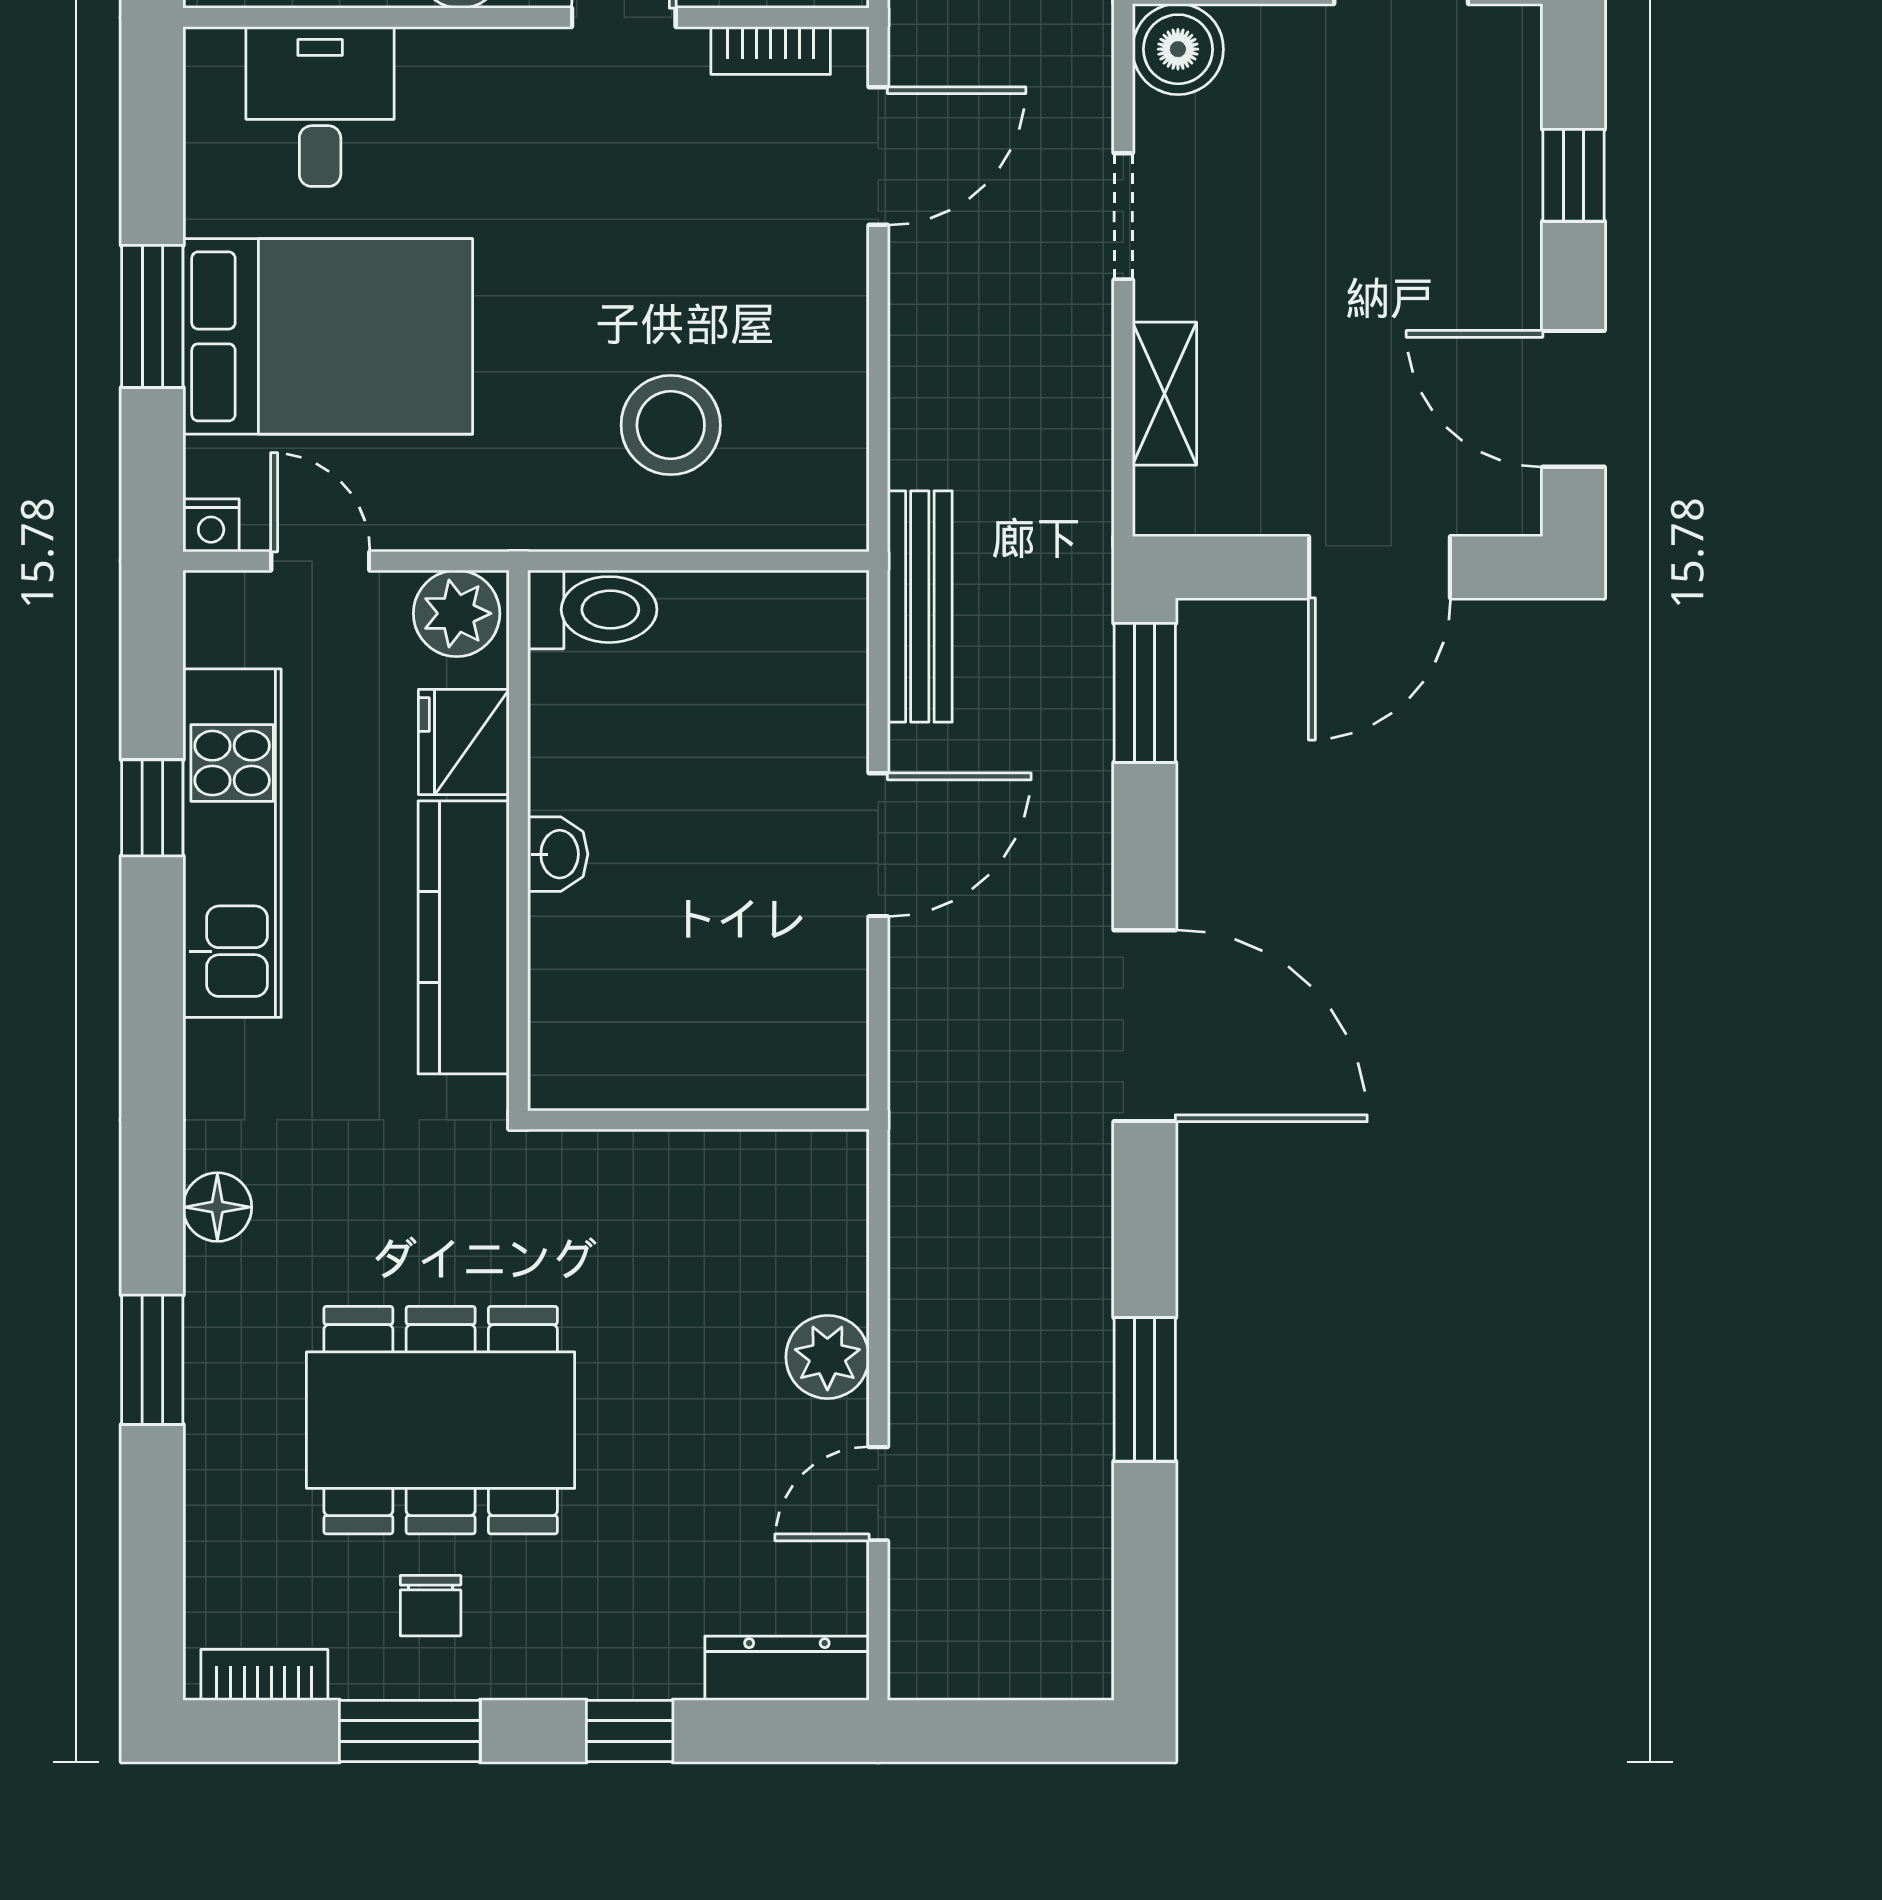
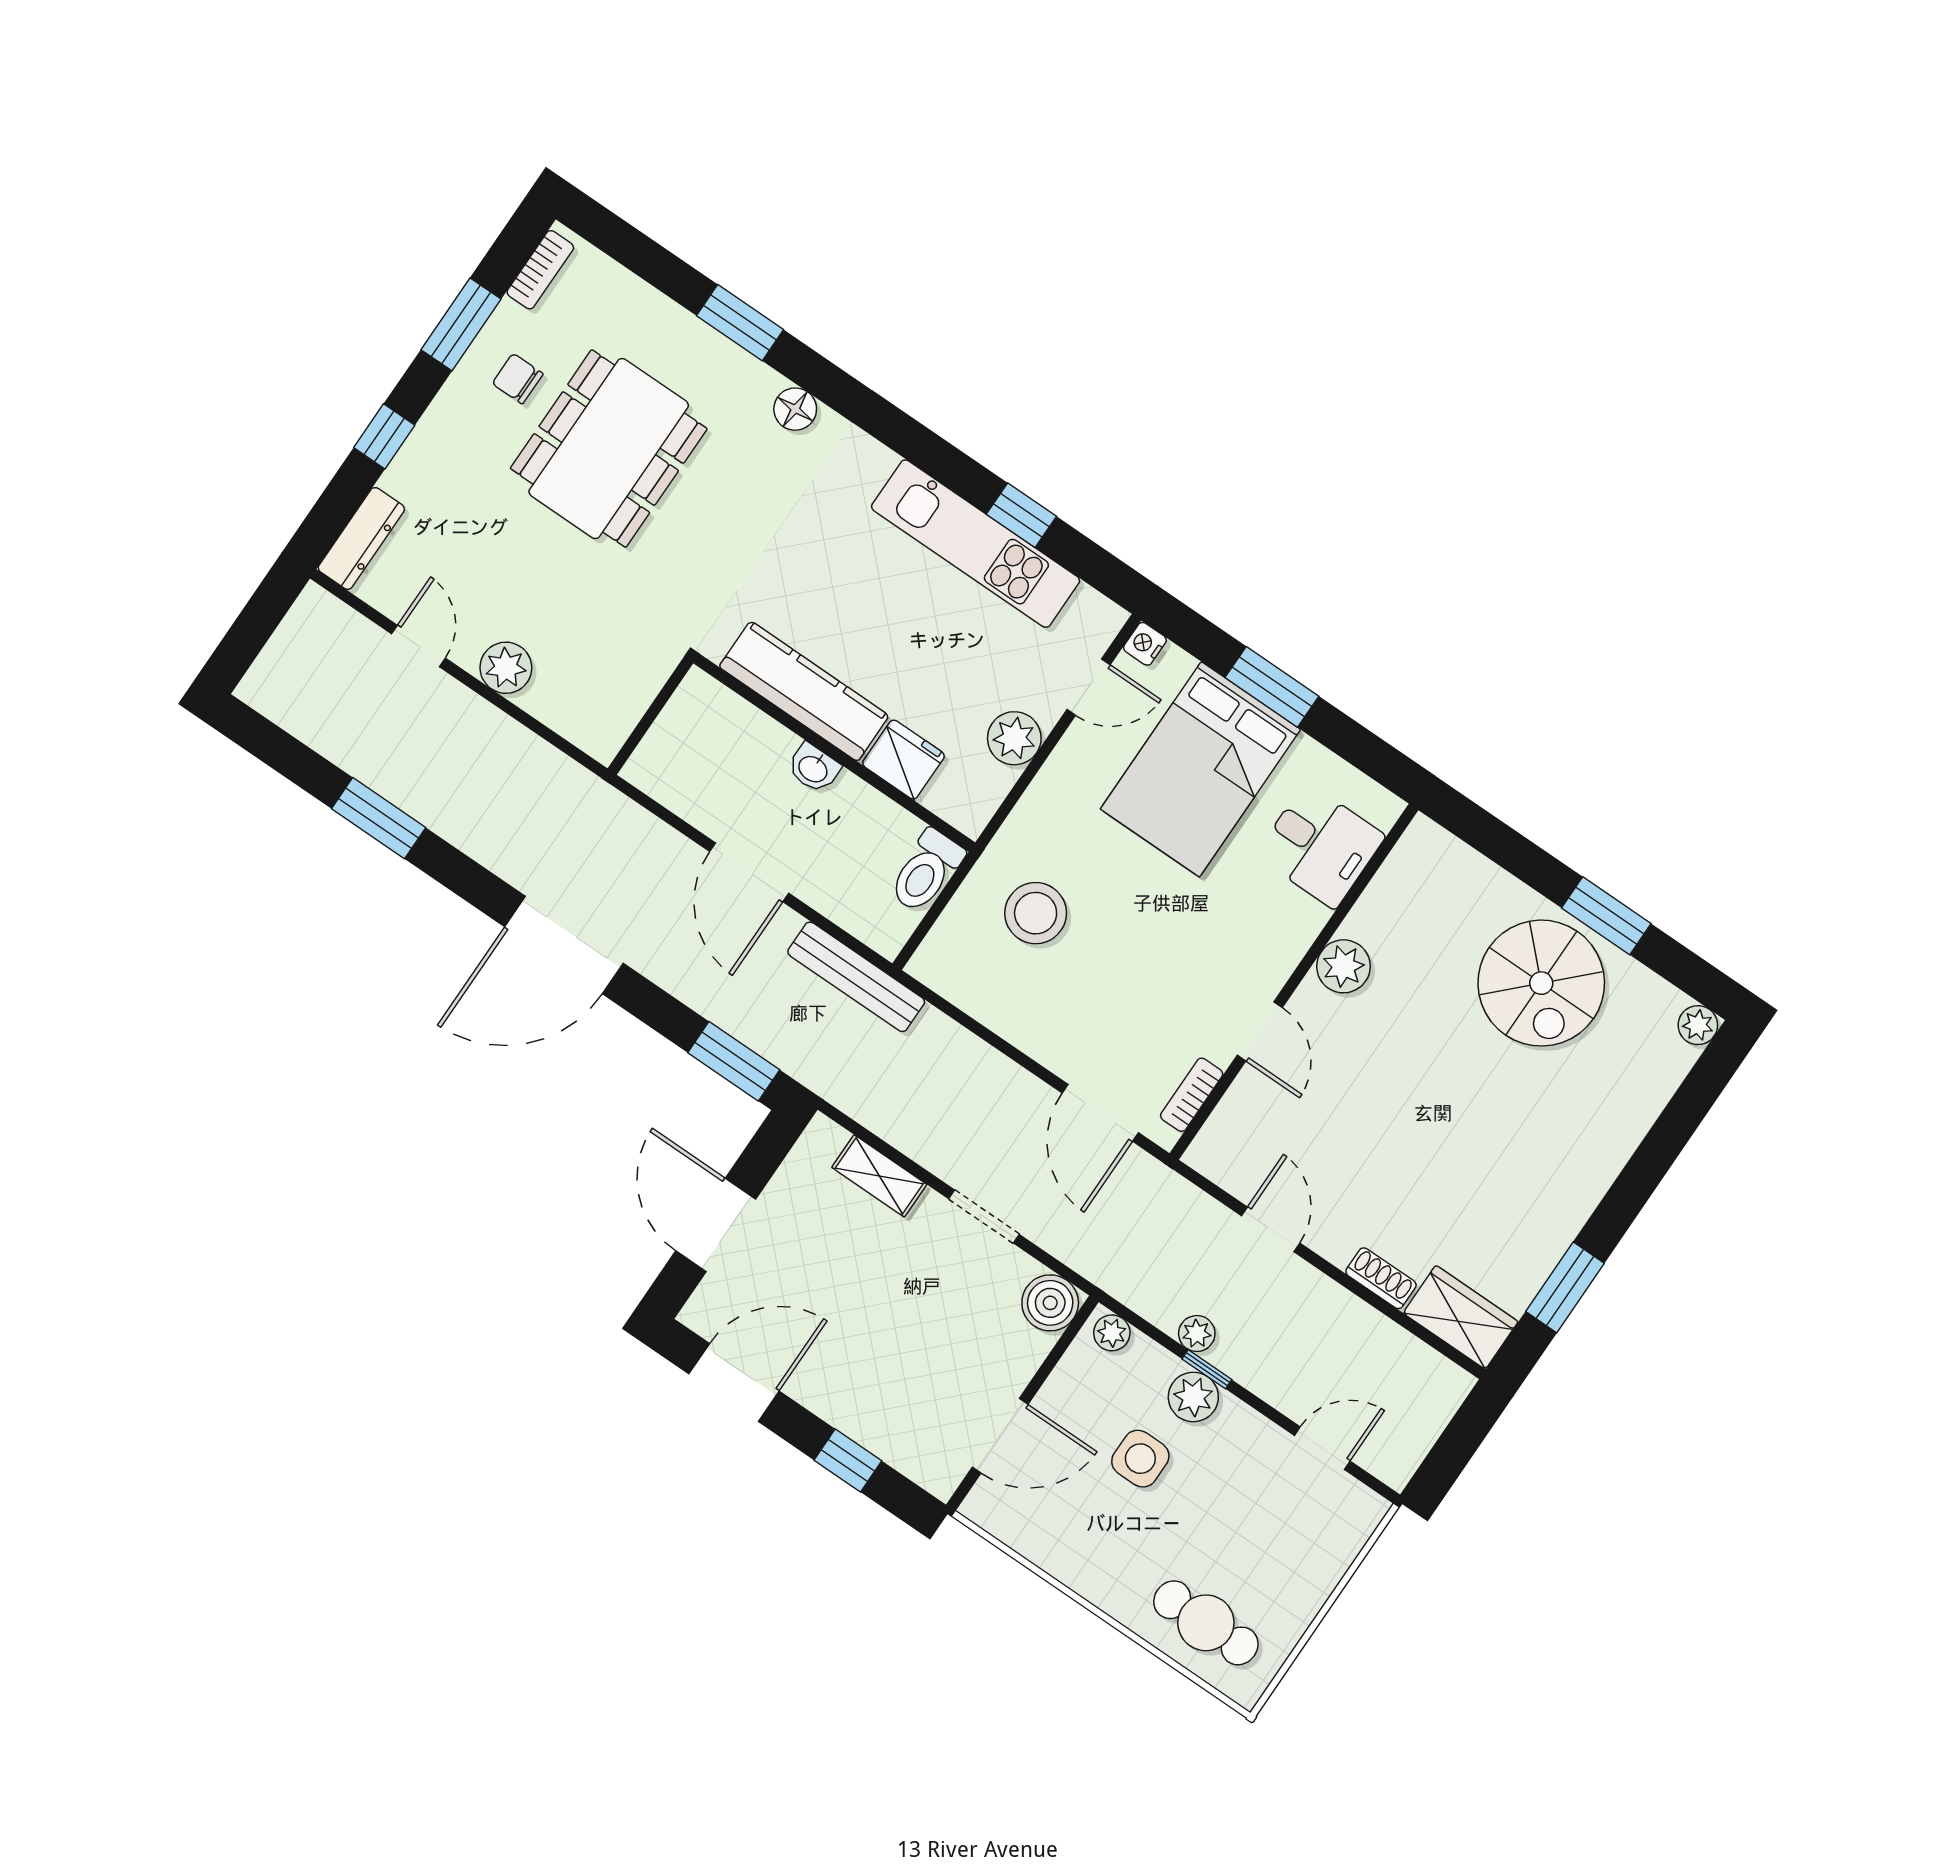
toilet: (592, 610) -> (926, 871), moved
fridge: (464, 742) -> (903, 759), moved
wall: (518, 840) -> (834, 753), moved
washbasin: (558, 854) -> (814, 768), moved
kitchen counter: (464, 937) -> (804, 691), moved

